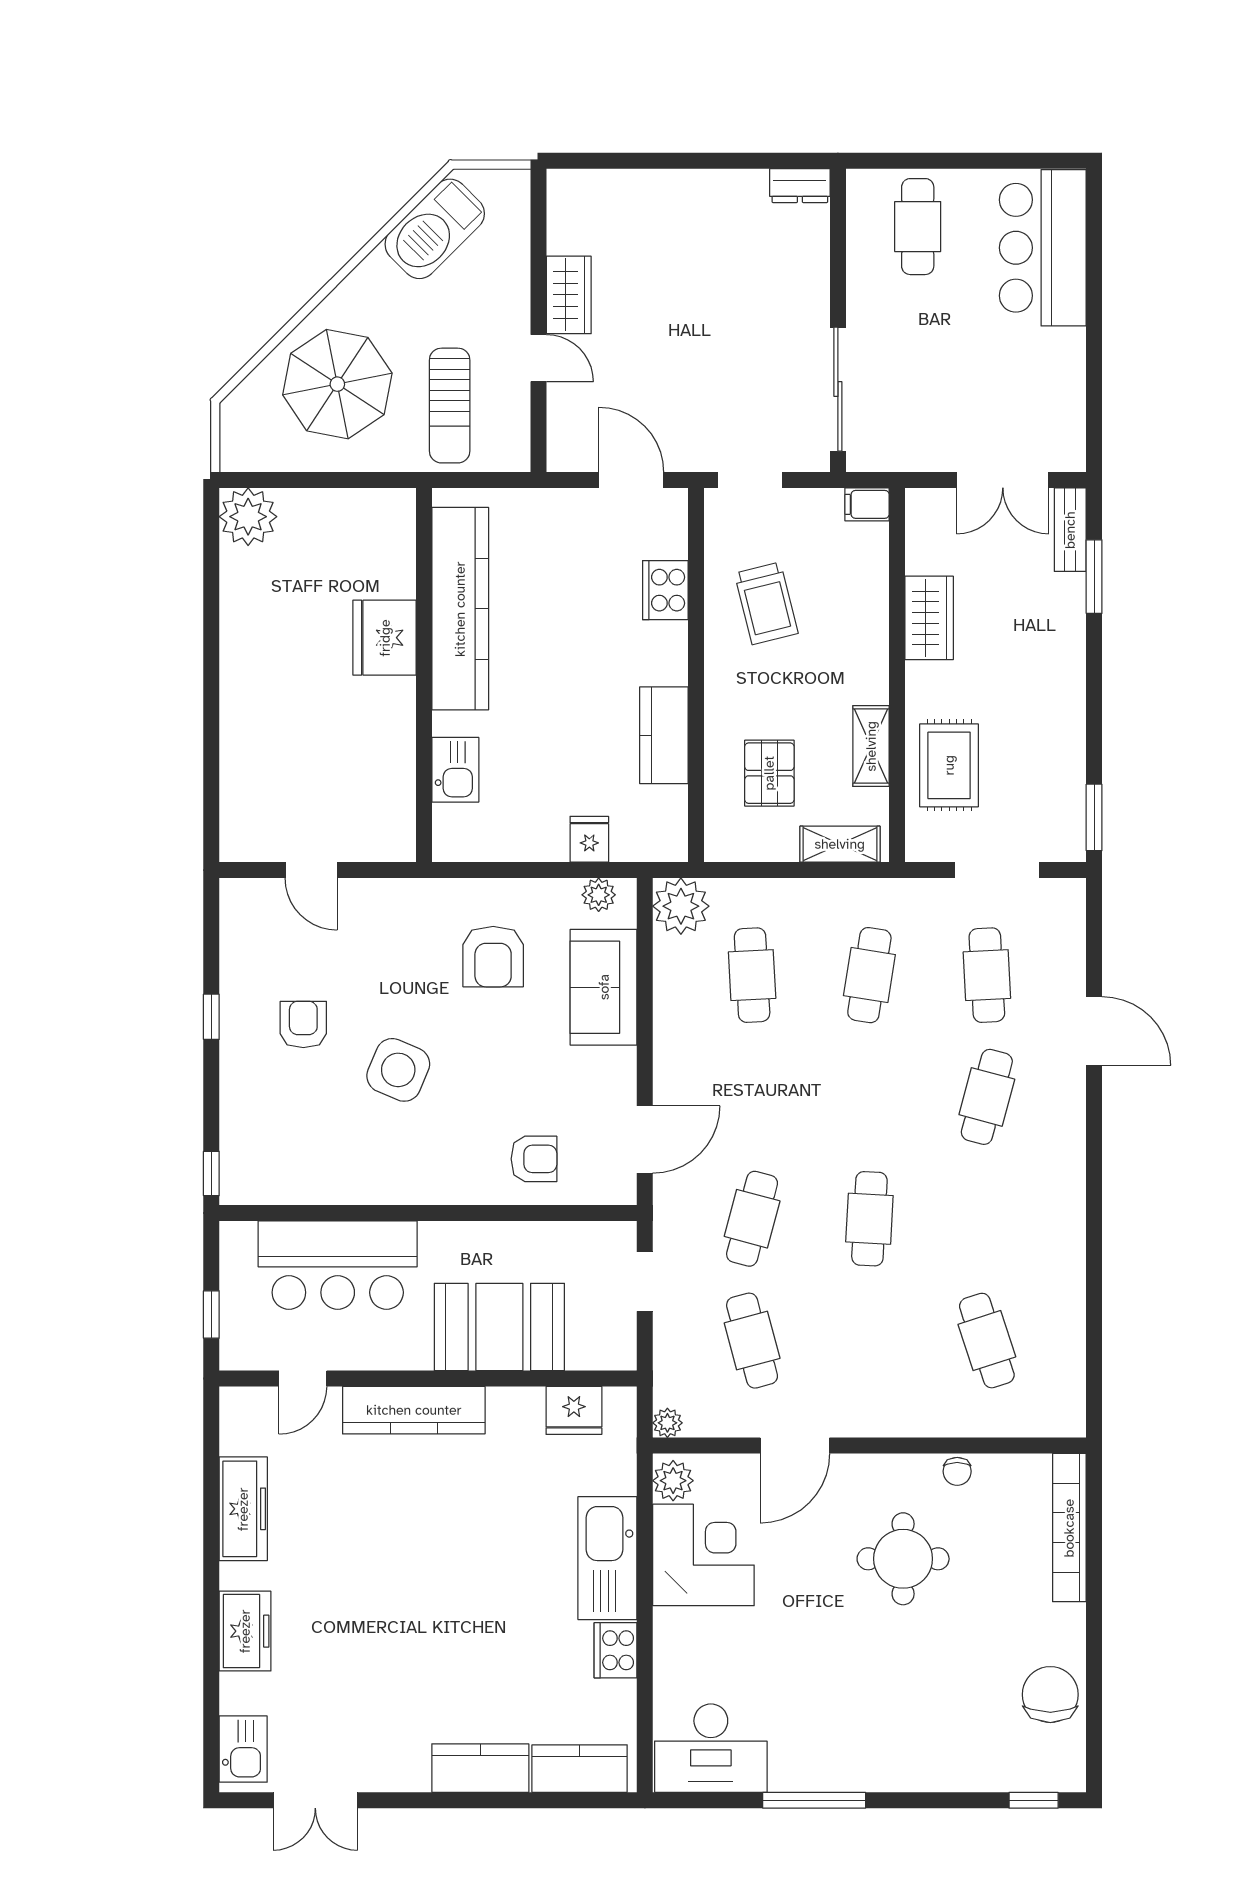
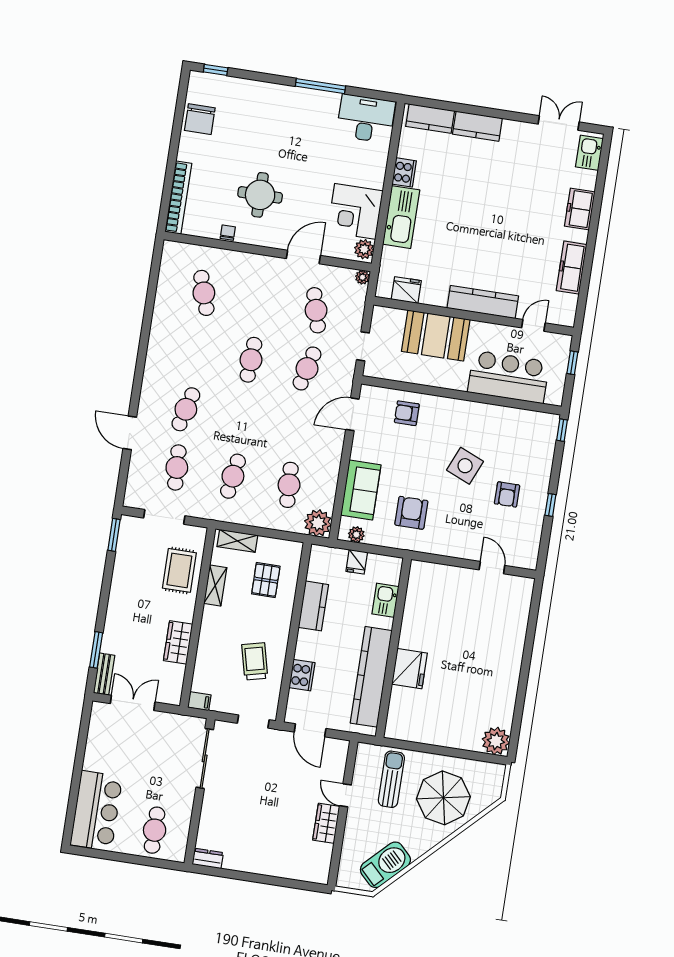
kitchen counter: (460, 609) -> (371, 677), moved
fridge: (385, 638) -> (410, 669), moved
wall: (424, 675) -> (393, 648), moved
kitchen sink: (455, 770) -> (385, 600), moved

